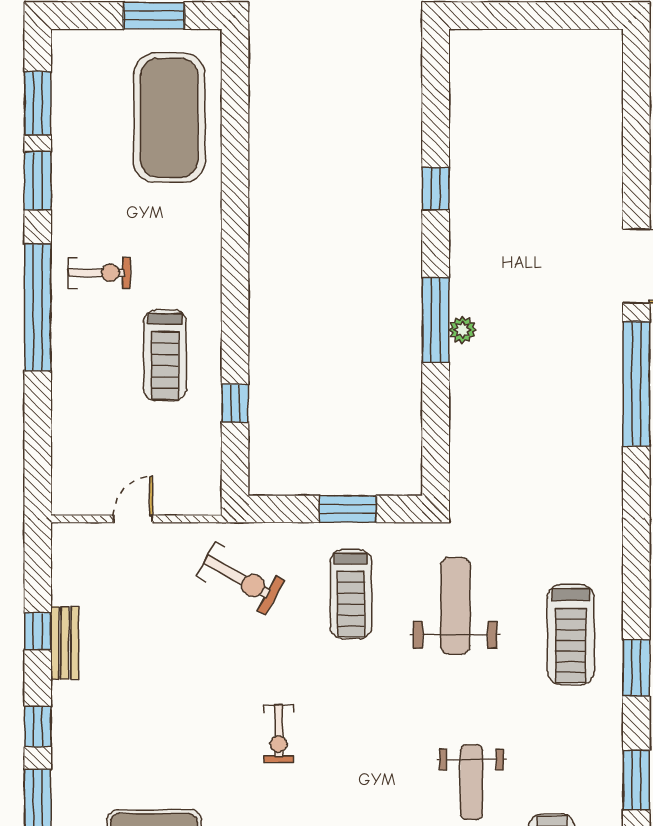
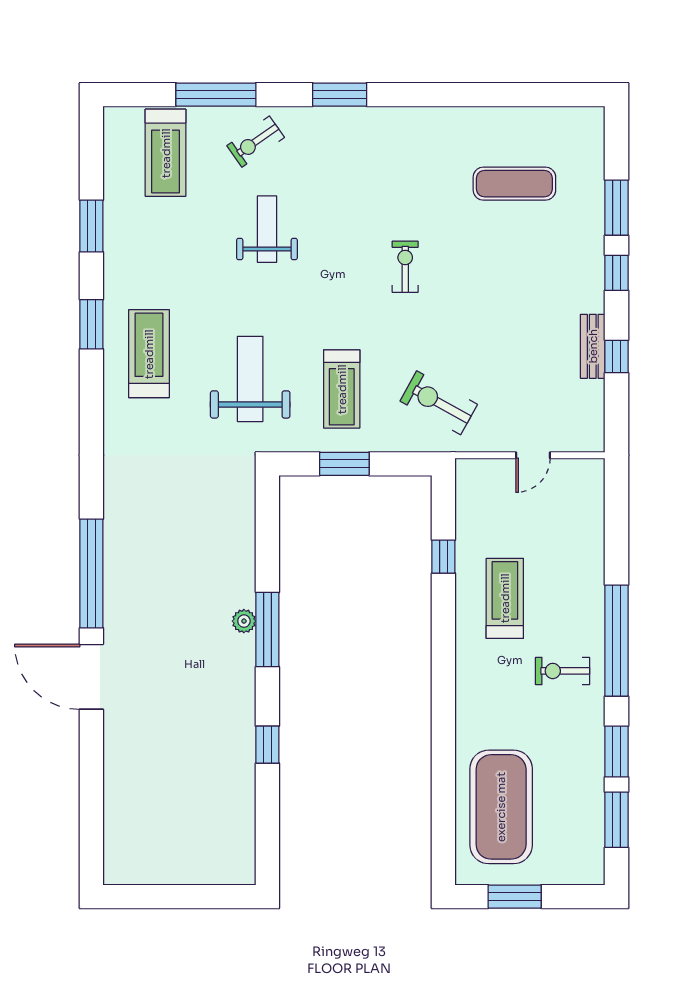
treadmill: (351, 594) -> (342, 389), turned 180
weight bench: (455, 606) -> (250, 379), turned 180
weight bench: (471, 782) -> (267, 229), moved

